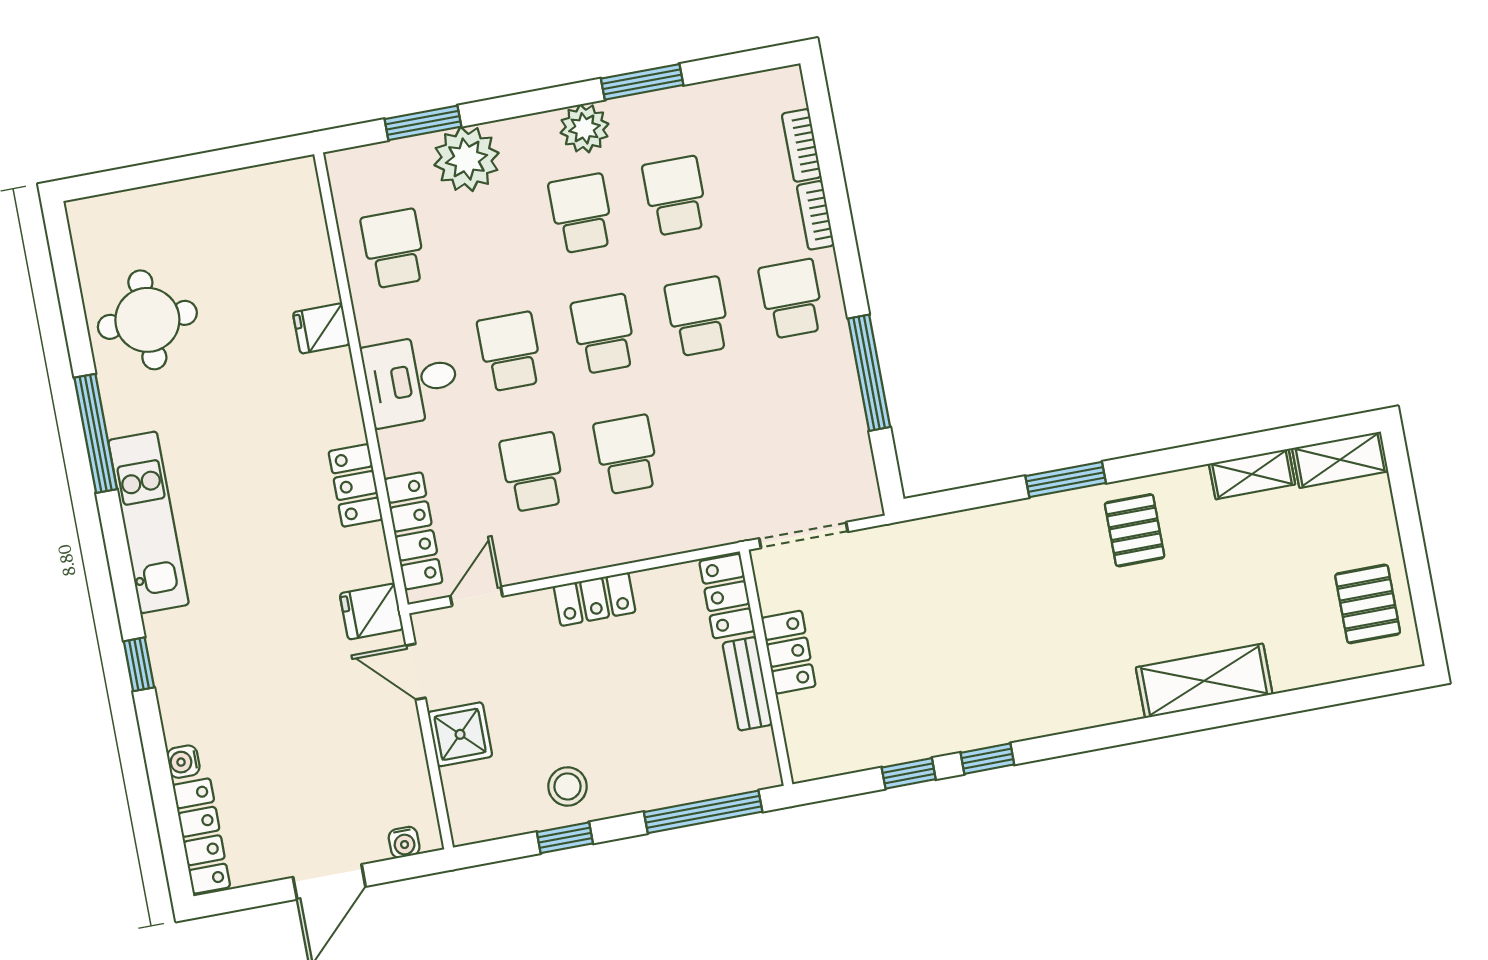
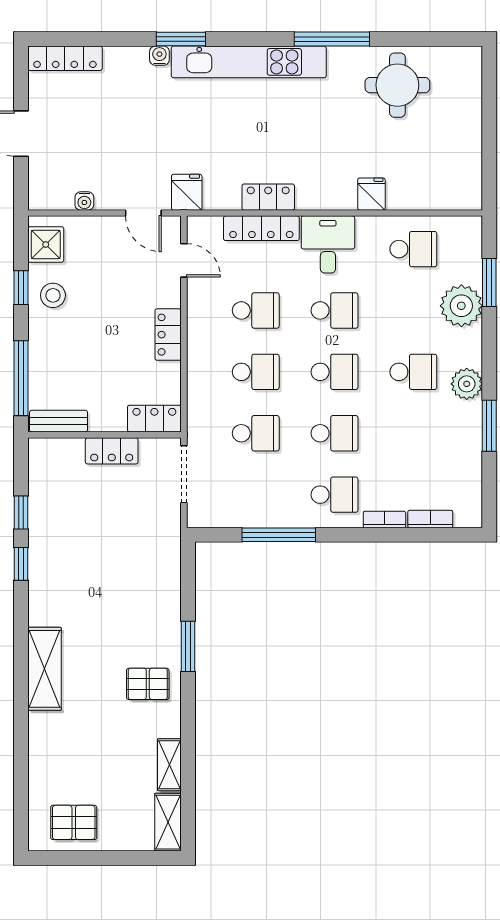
school desk: (675, 196) -> (256, 433), moved
kitchen unit: (149, 522) -> (249, 62), width x1.36
locker: (413, 531) -> (261, 228), moved
window: (139, 664) -> (181, 39), width x1.50
door: (416, 672) -> (143, 213), swing flipped
shelving: (1204, 681) -> (44, 669), moved
bench: (747, 684) -> (58, 421), moved
shower: (460, 734) -> (46, 244), moved
water cooler: (183, 762) -> (159, 56), moved
water cooler: (404, 842) -> (84, 201), moved, turned -90

